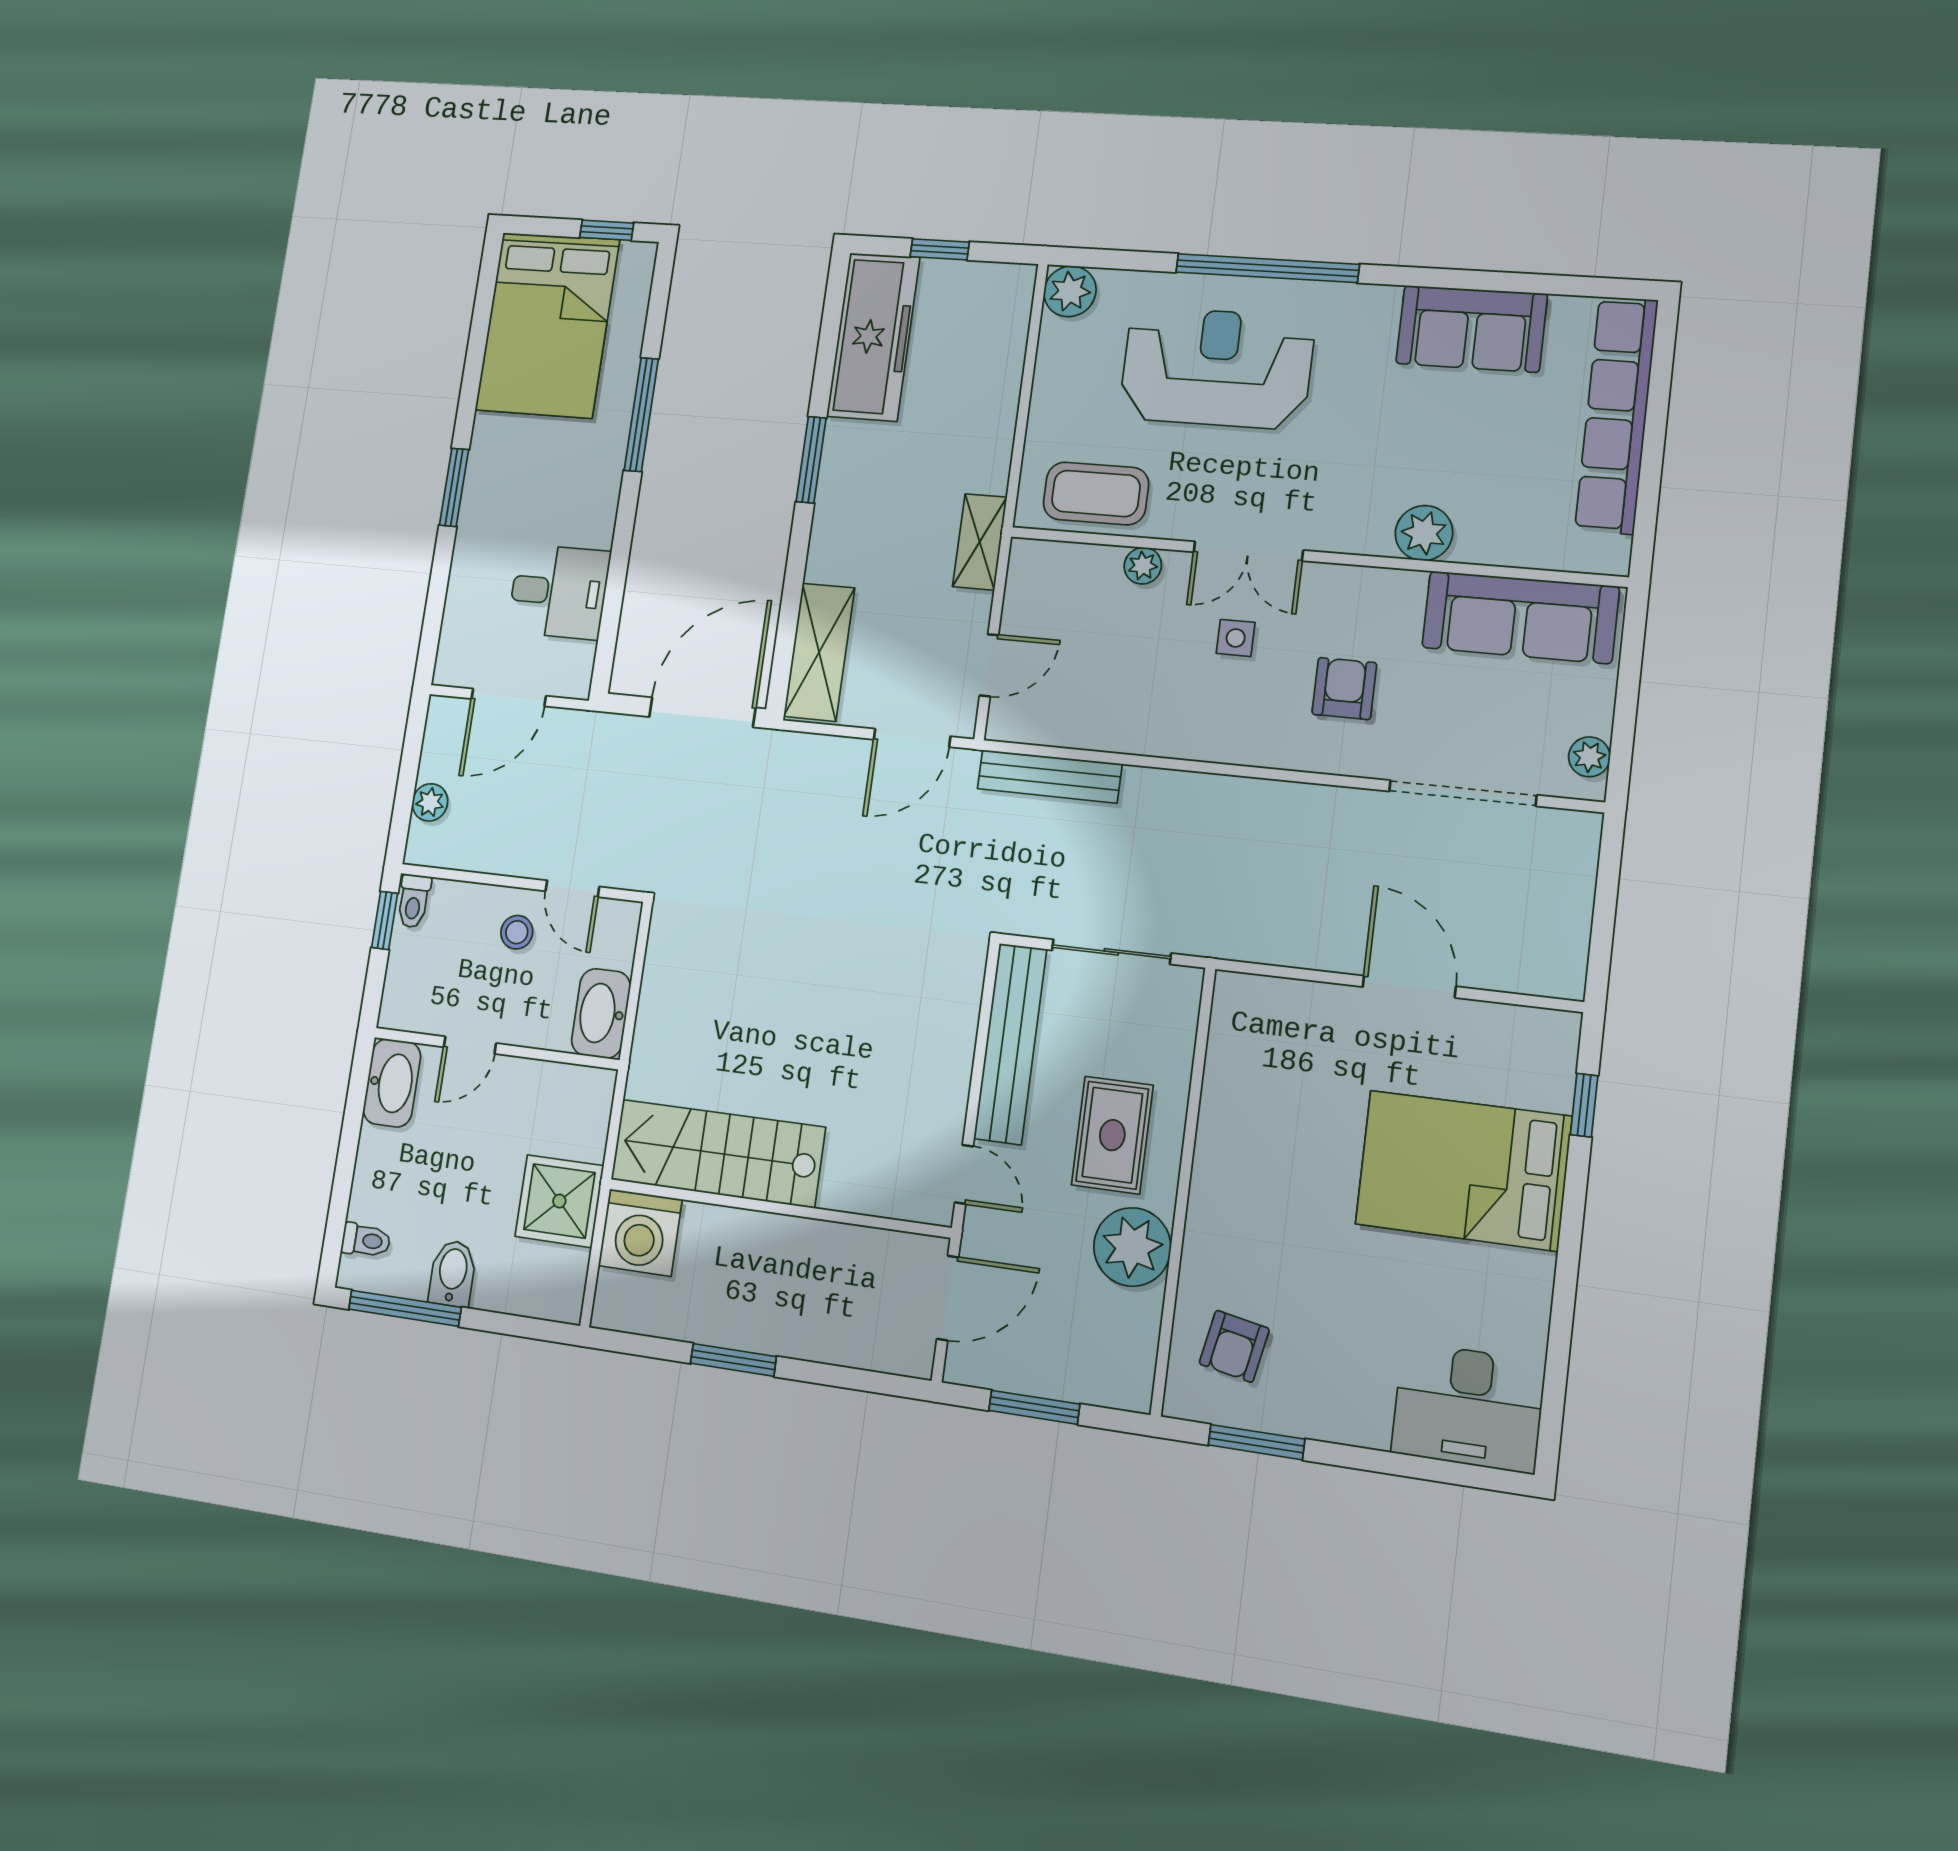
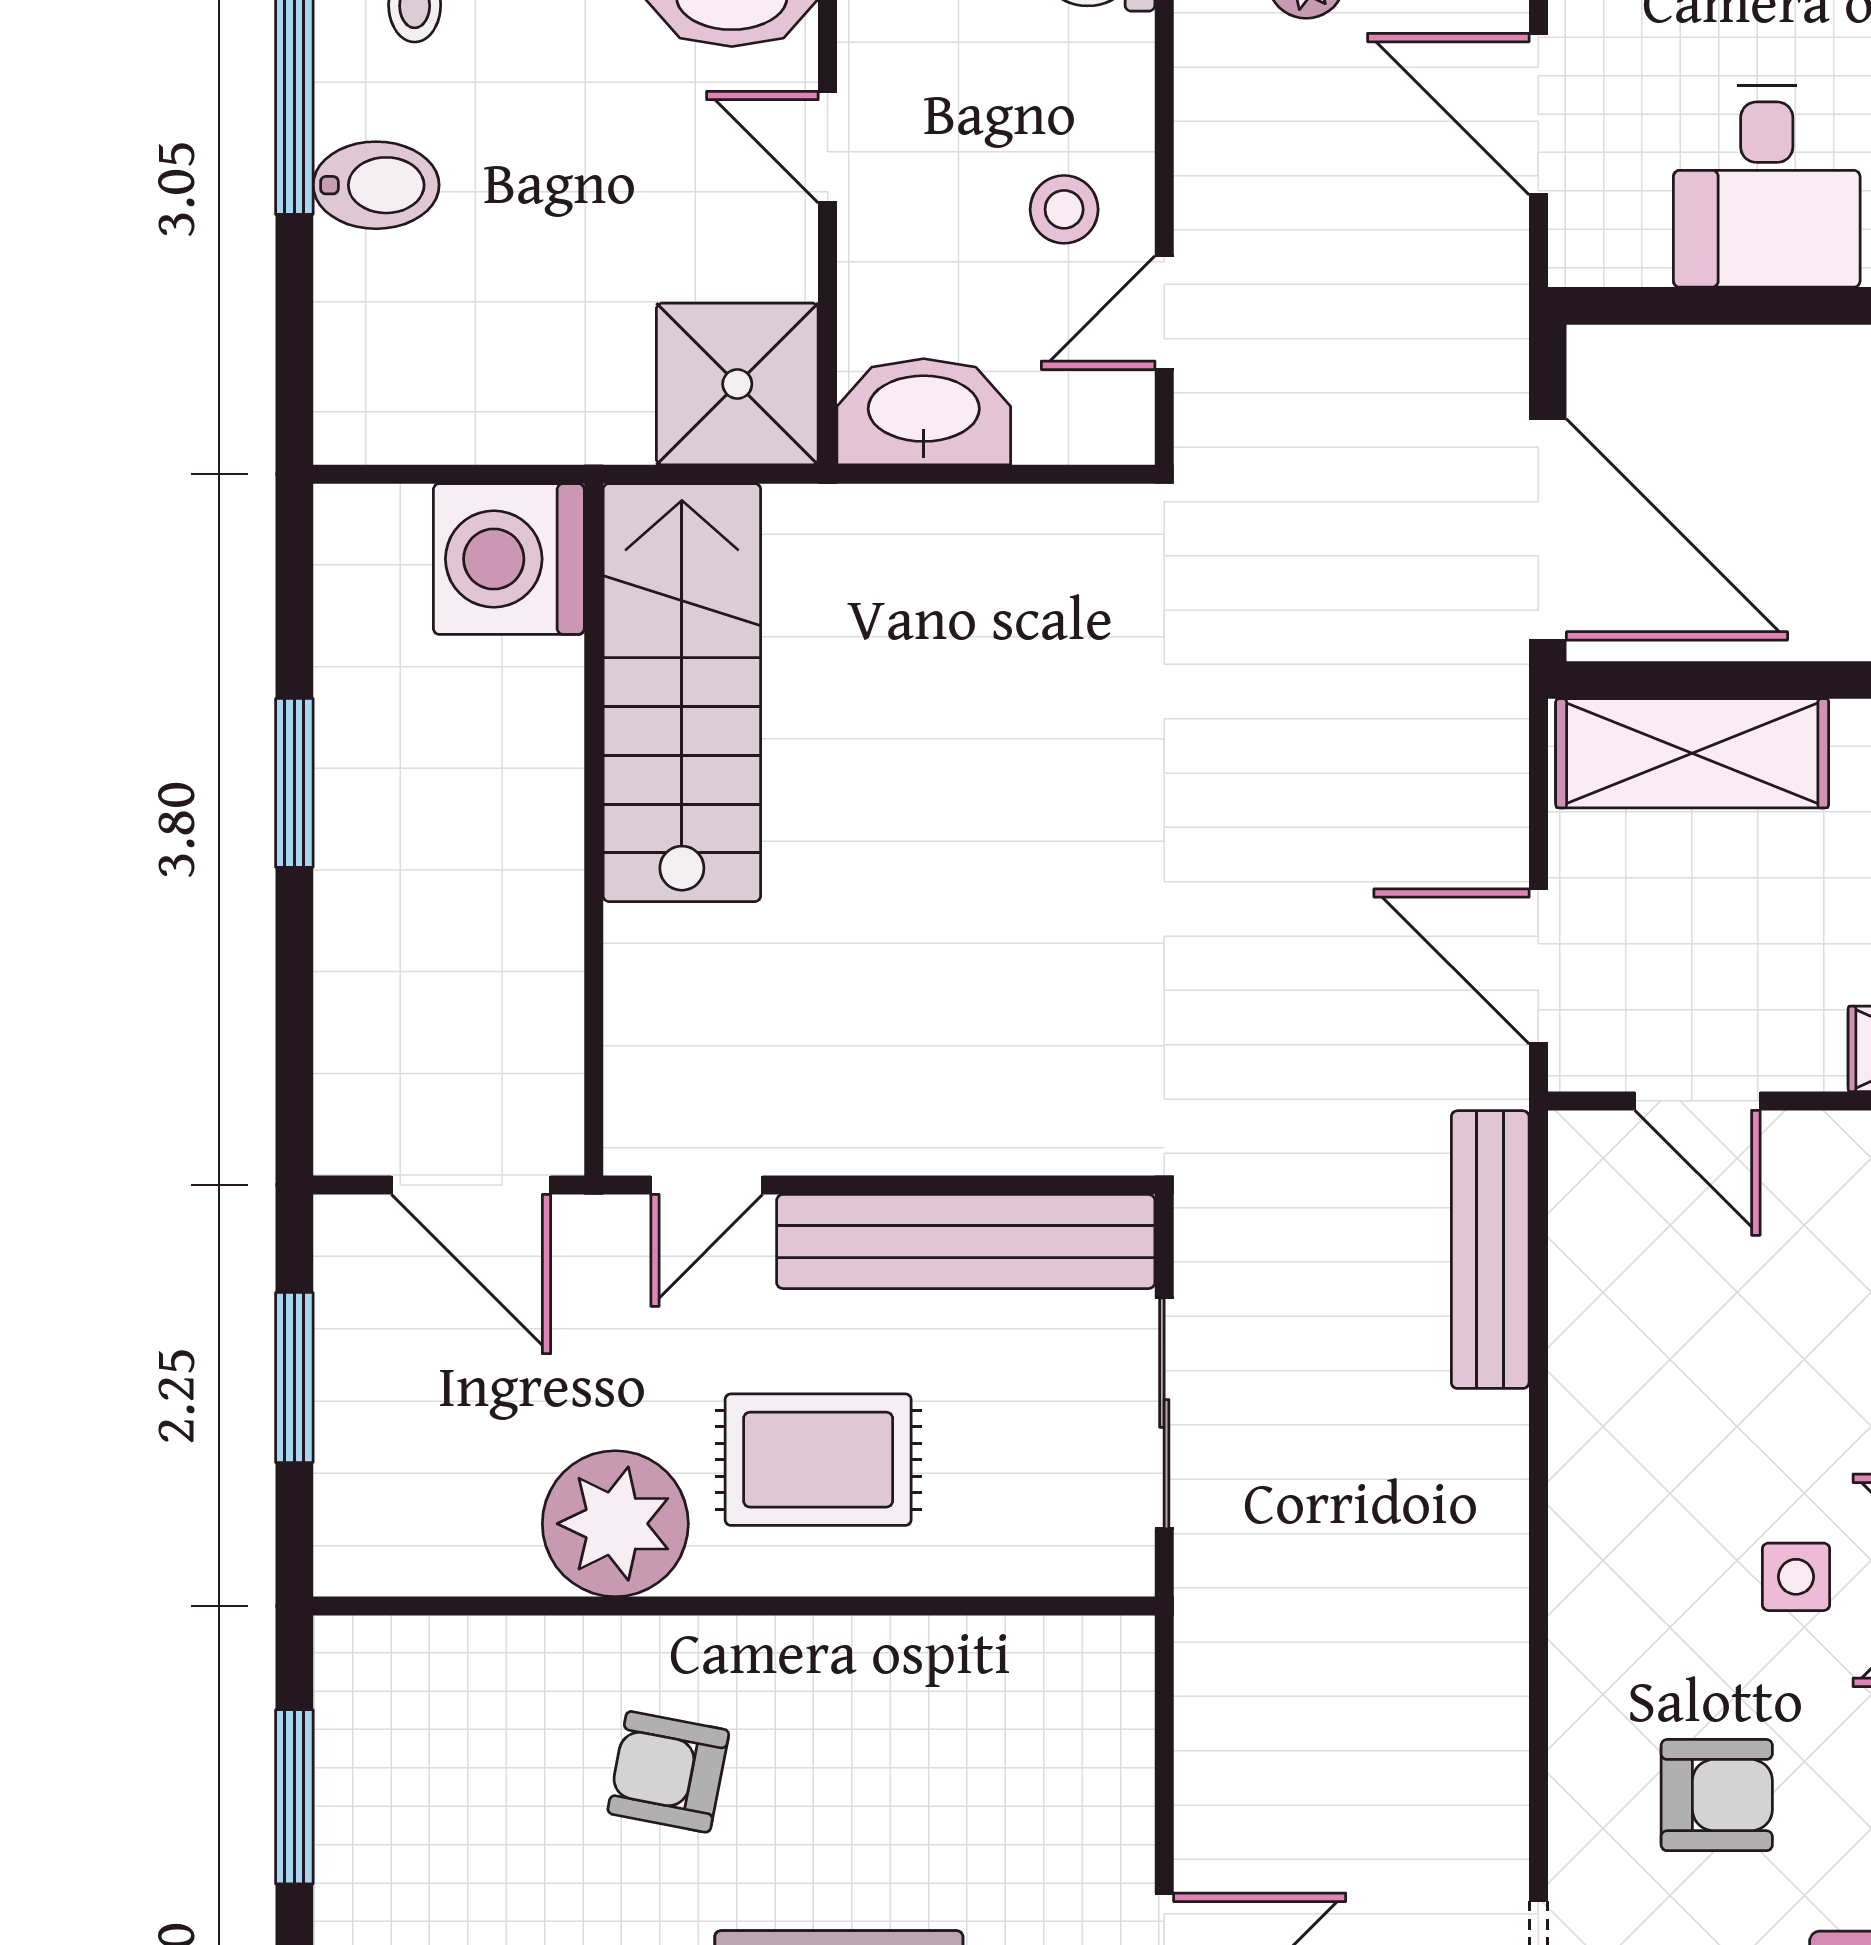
shower: (559, 1201) -> (737, 384), moved
armchair: (1234, 1346) -> (668, 1772), moved

